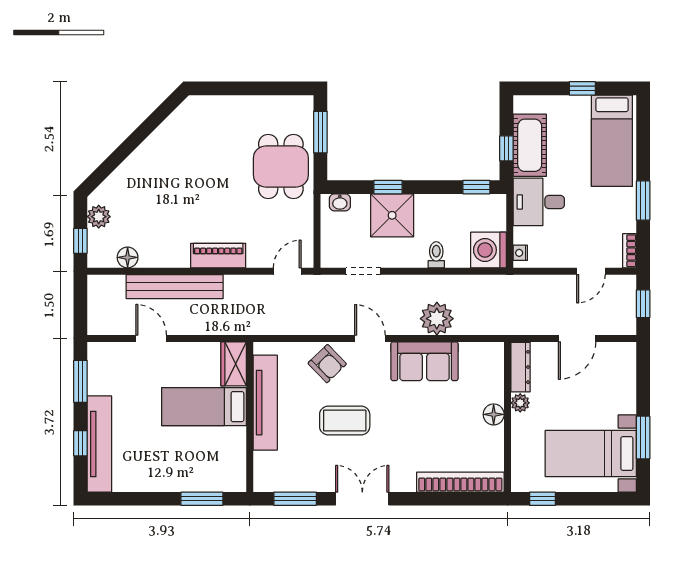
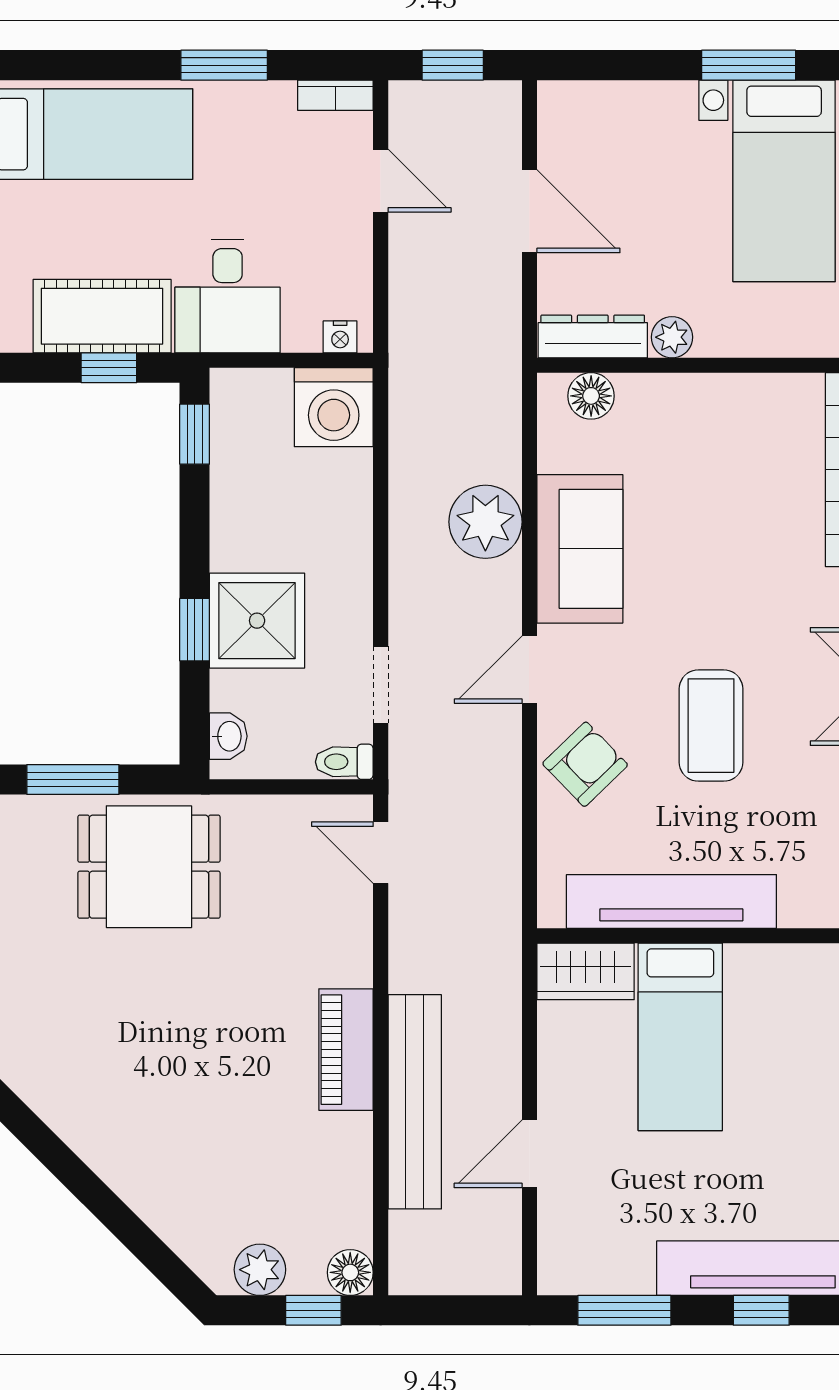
toilet: (436, 255) -> (344, 762), moved
piano: (218, 256) -> (346, 1050), moved
floor lamp: (128, 257) -> (350, 1272), moved
floor lamp: (494, 414) -> (591, 396), moved

